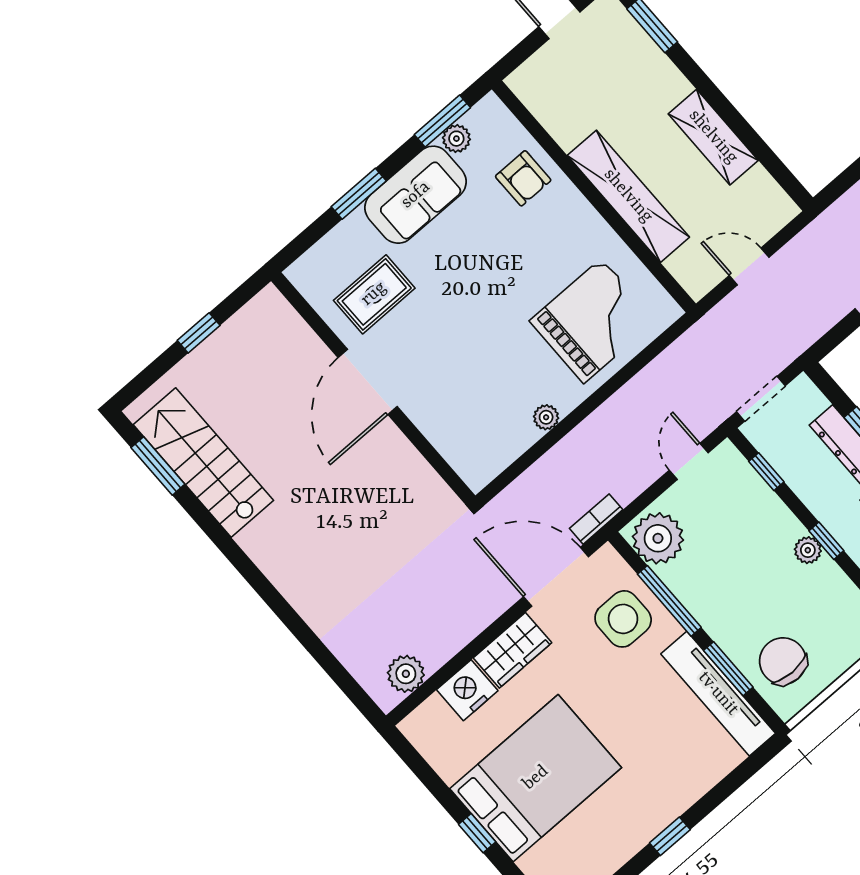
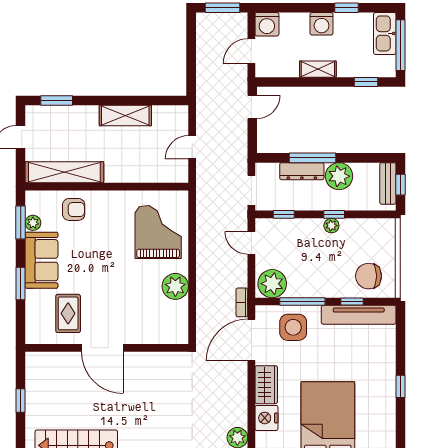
shelving: (628, 196) -> (64, 172), moved
plant: (546, 417) -> (175, 286), width x1.88, depth x1.88
window: (728, 669) -> (352, 302), width x0.67

